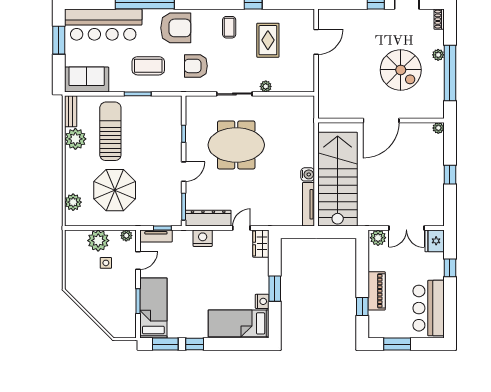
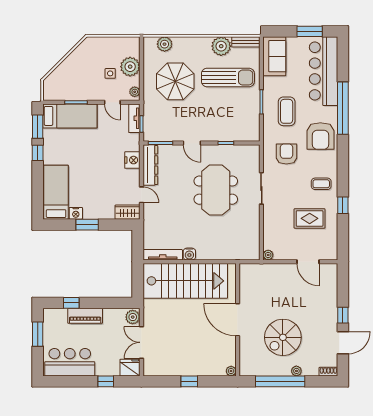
plant: (266, 86) -> (268, 255), moved

